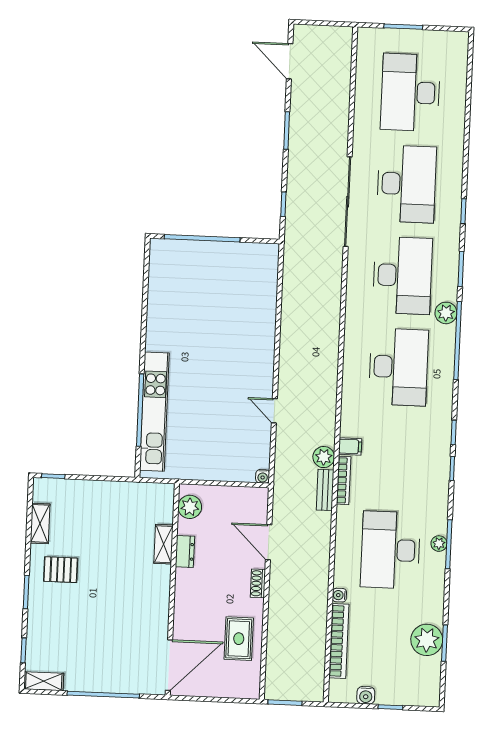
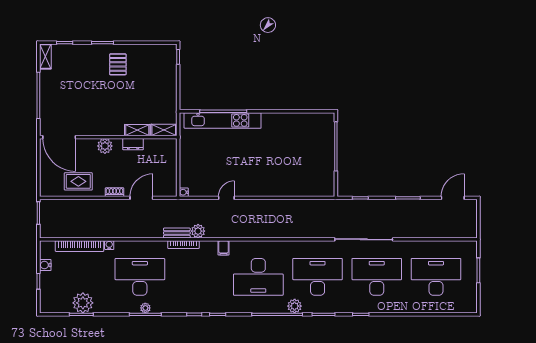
desk: (406, 184) -> (377, 277), turned 180
desk: (402, 275) -> (318, 277), turned 180
filing cabinet: (350, 446) -> (224, 248), moved
plant: (190, 507) -> (105, 146), moved
shelving: (40, 523) -> (164, 130), moved

